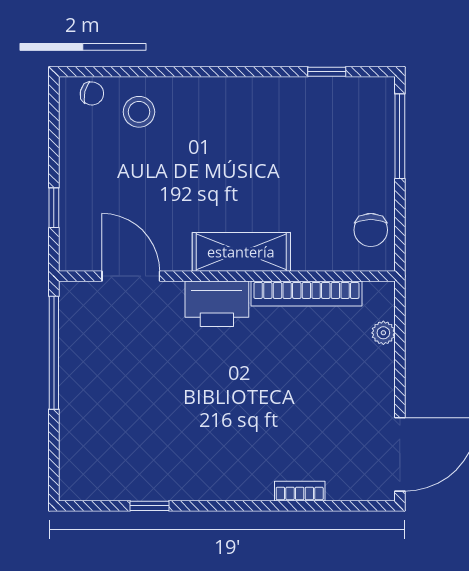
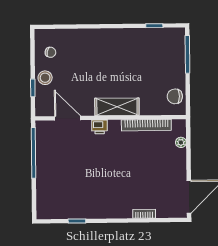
chair: (92, 94) -> (50, 52), moved
stool: (139, 112) -> (45, 78), moved
chair: (371, 230) -> (175, 96), turned 90
printer: (217, 304) -> (100, 127), width x0.53, depth x0.68

